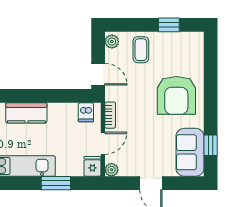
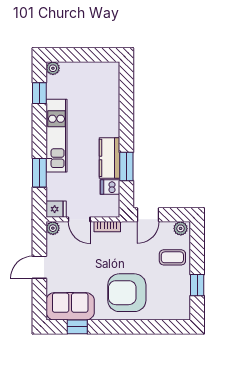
window: (50, 96) -> (126, 166), added
dishwasher: (86, 112) -> (110, 187), moved
kitchen counter: (26, 113) -> (109, 158), moved

